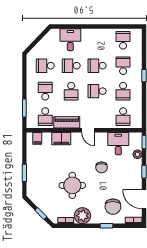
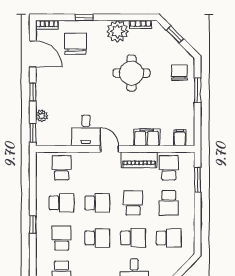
school desk: (123, 66) -> (62, 238), turned 180
school desk: (123, 91) -> (62, 203), turned 90
desk: (118, 144) -> (86, 130), moved
chair: (102, 167) -> (179, 73), moved

